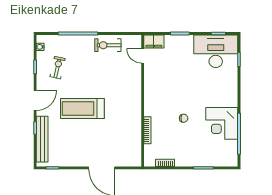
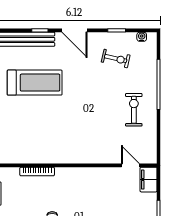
exercise bike: (108, 45) -> (134, 110), moved
door: (143, 56) -> (130, 165), hinge flipped
treadmill: (82, 109) -> (35, 83), moved, turned 90

